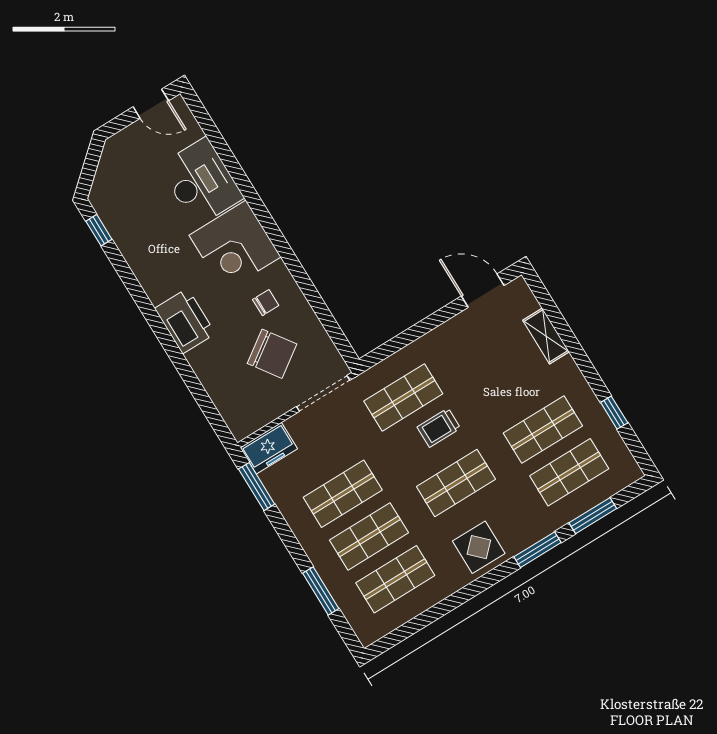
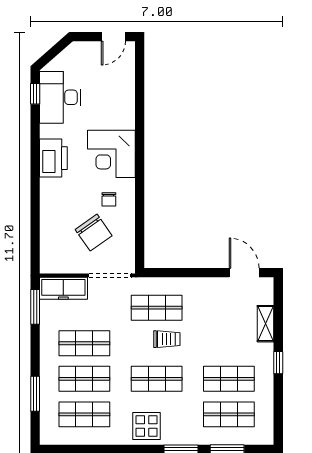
door: (151, 104) -> (113, 37), hinge flipped
desk: (201, 182) -> (60, 97), moved, turned 180
chair: (266, 303) -> (109, 199), turned 90
printer: (185, 321) -> (53, 158), moved
window: (614, 413) -> (278, 363), moved
trolley: (439, 428) -> (167, 339), turned 180
freezer: (269, 448) -> (63, 288), width x1.40

